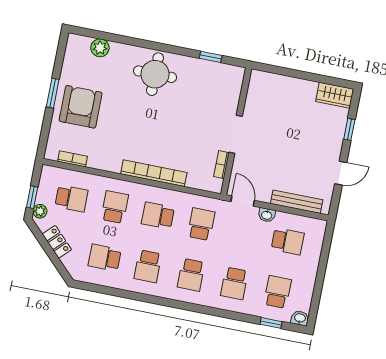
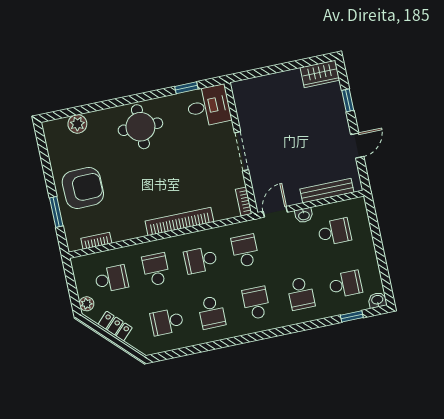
desk: (223, 82) -> (208, 106), added
window: (53, 93) -> (56, 212), moved
armchair: (81, 107) -> (83, 188), turned 89
bookcase: (221, 165) -> (244, 202), moved
window: (32, 197) -> (73, 294), removed
door: (243, 201) -> (275, 212), hinge flipped
school desk: (191, 275) -> (256, 303), turned 180
school desk: (278, 292) -> (345, 284), turned 90

